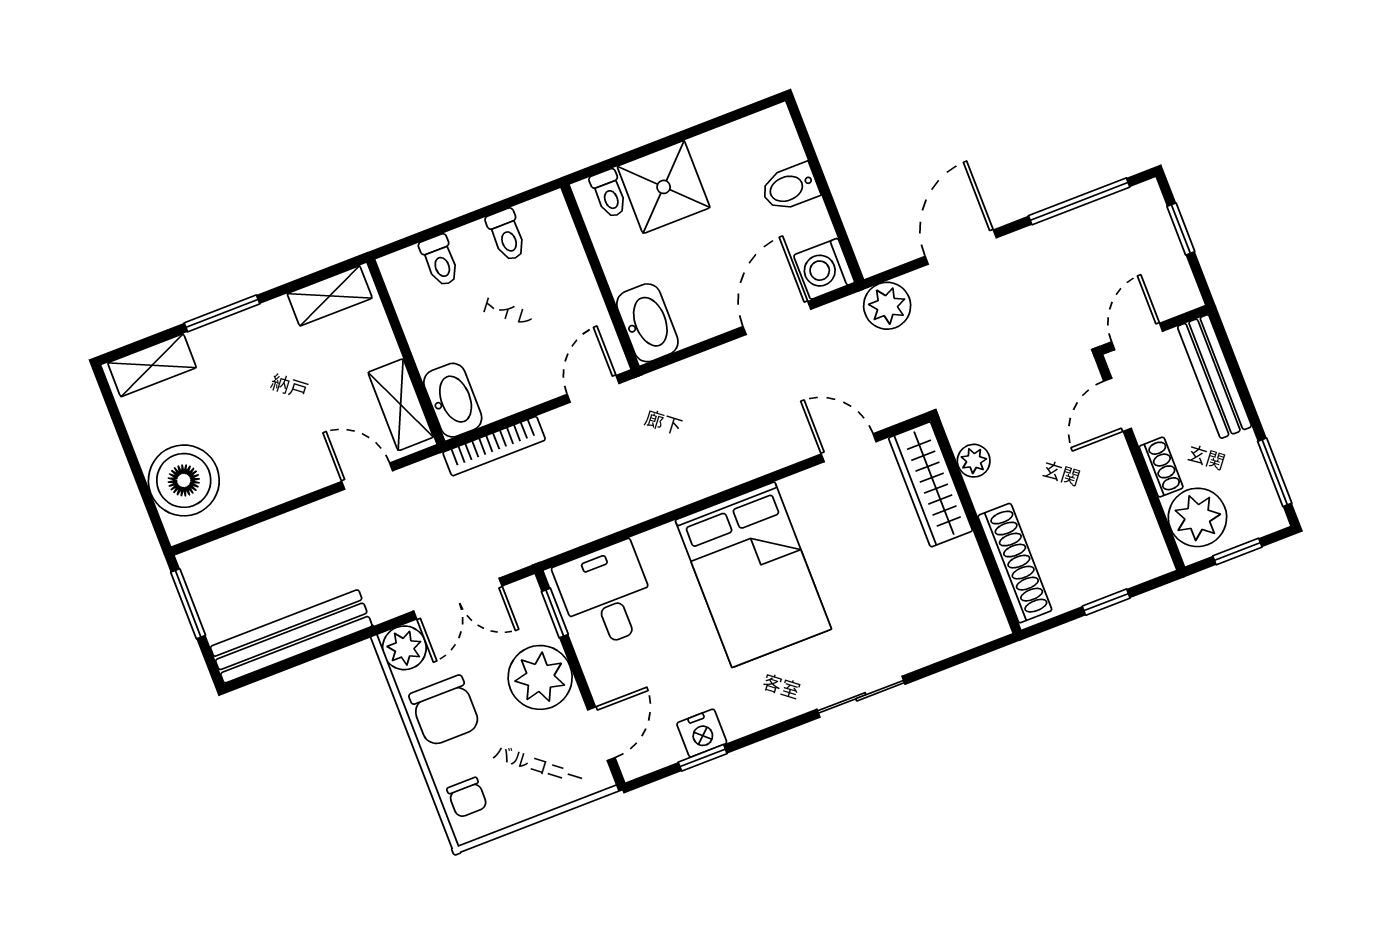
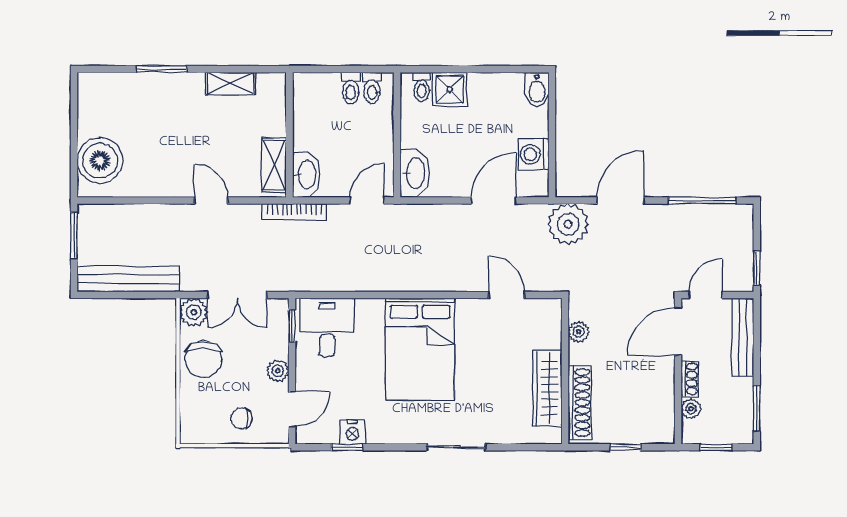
shower: (664, 187) -> (450, 89), width x0.73, depth x0.73
bidet: (790, 187) -> (537, 89), moved, turned -90
window: (1181, 229) -> (757, 268), moved
toilet: (440, 261) -> (372, 88), moved
washing machine: (824, 269) -> (533, 154), moved
plant: (887, 306) -> (568, 224), width x1.36, depth x1.36
wall: (406, 352) -> (289, 135), moved
shelving: (152, 365) -> (108, 84), removed
washbasin: (453, 400) -> (306, 175), moved
shelving: (401, 405) -> (274, 165), moved
door: (1117, 405) -> (678, 331), width x1.38
wardrobe: (931, 484) -> (547, 388), moved
plant: (1197, 517) -> (691, 409), width x0.53, depth x0.53
plant: (540, 677) -> (278, 371), width x0.53, depth x0.53
chair: (467, 798) -> (241, 418), moved, turned 90

